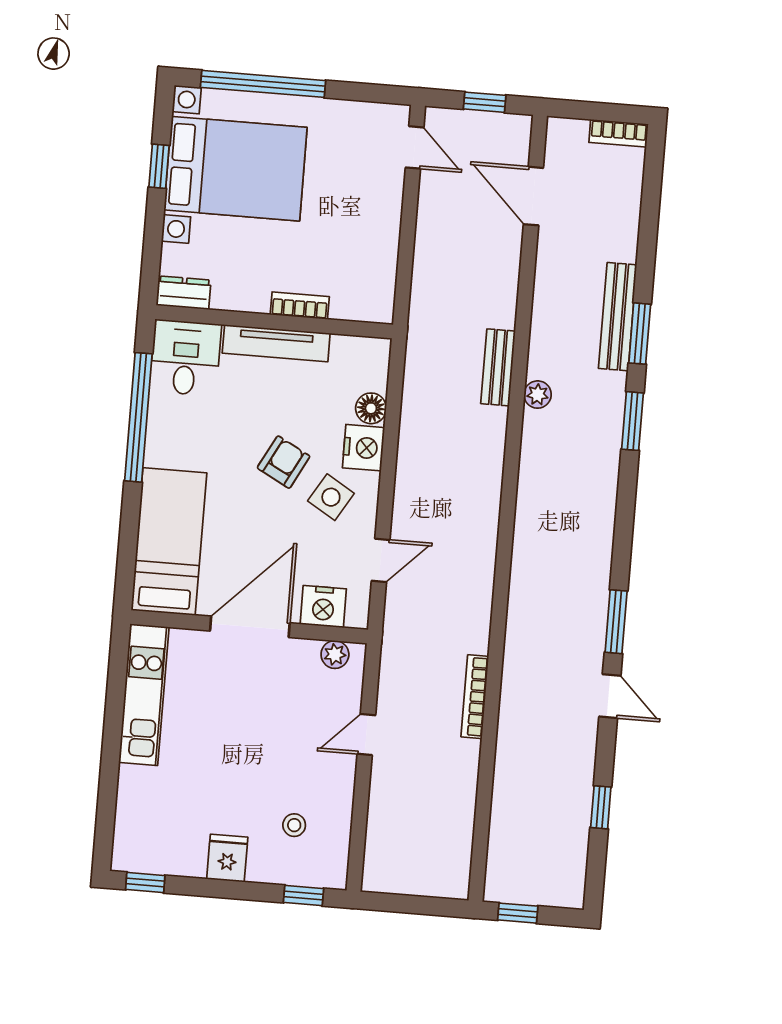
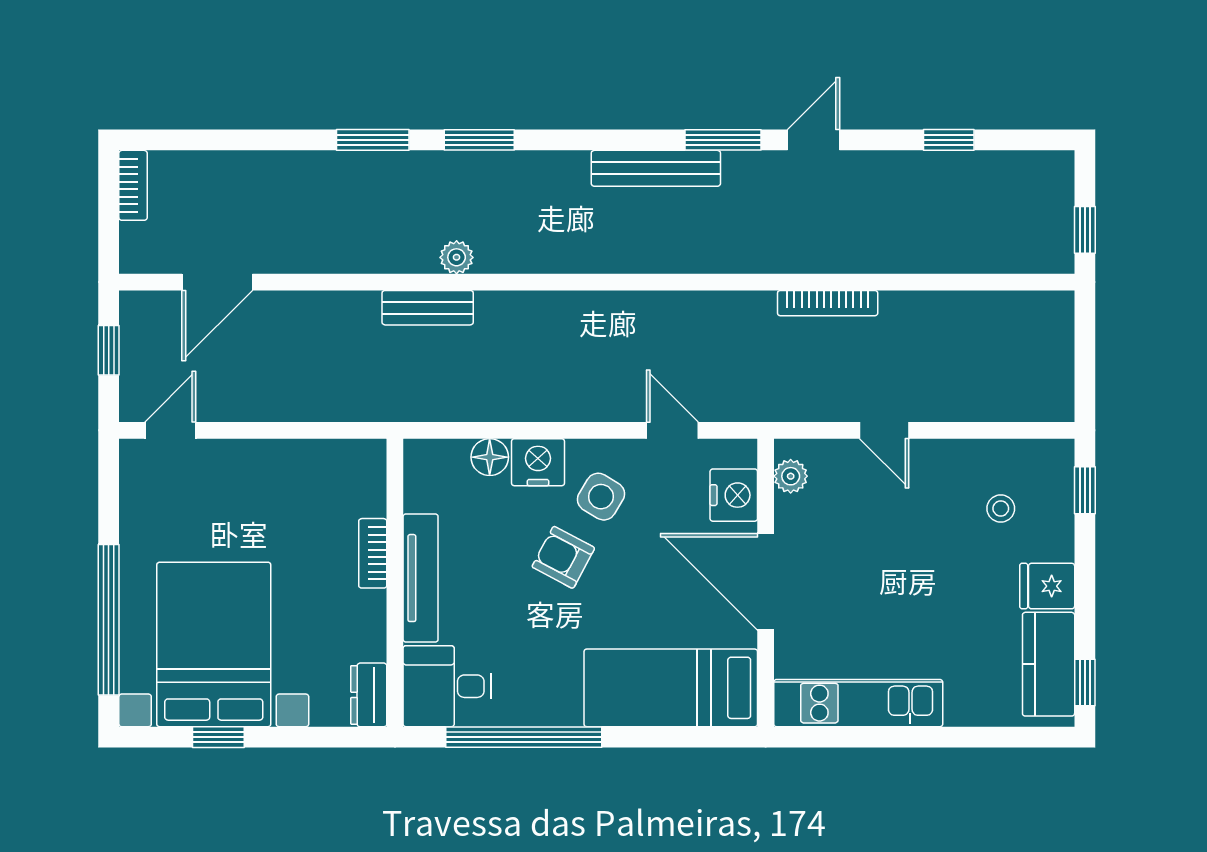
bench: (618, 317) -> (656, 168), moved
kitchen counter: (163, 854) -> (1049, 664), added

